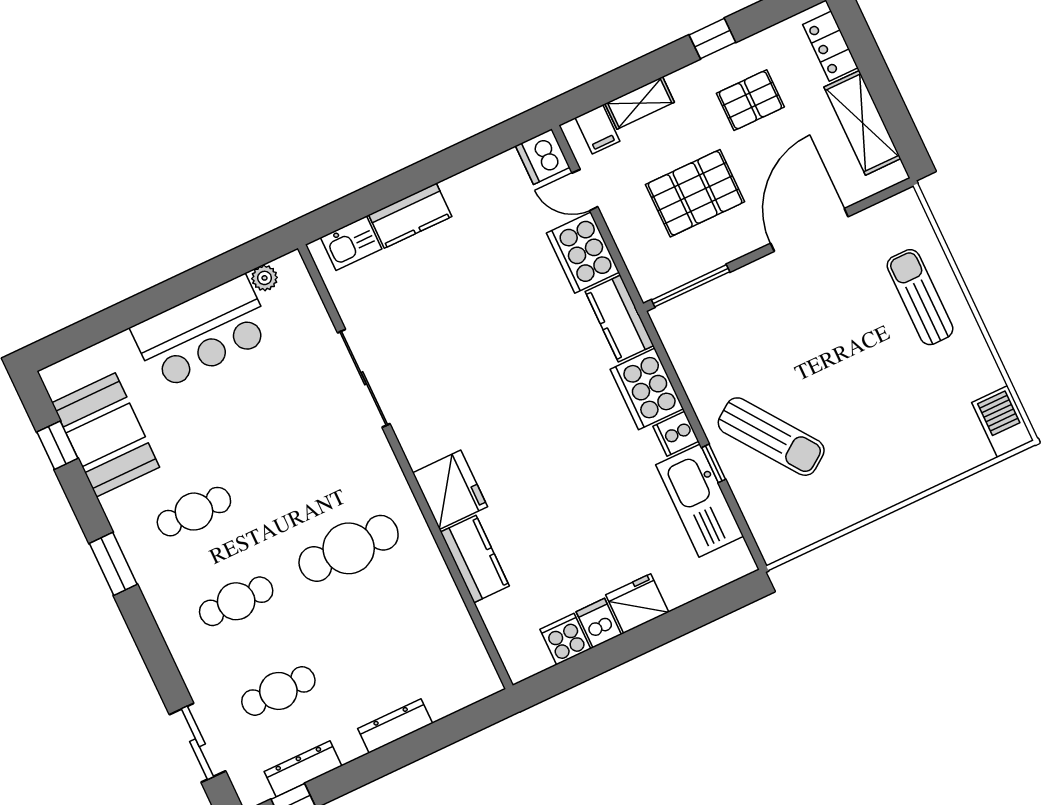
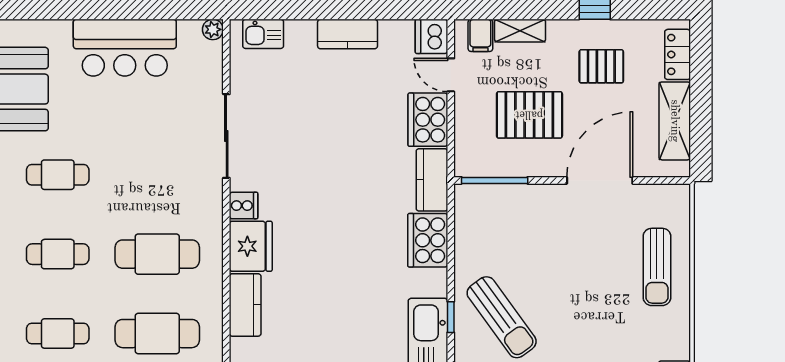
kitchen counter: (410, 216) -> (348, 34), moved
plant: (265, 278) -> (213, 29), moved
sun lounger: (920, 297) -> (657, 267), turned 180
cooker: (676, 434) -> (244, 206), moved, turned 180
cafe table: (391, 638) -> (157, 334), added

